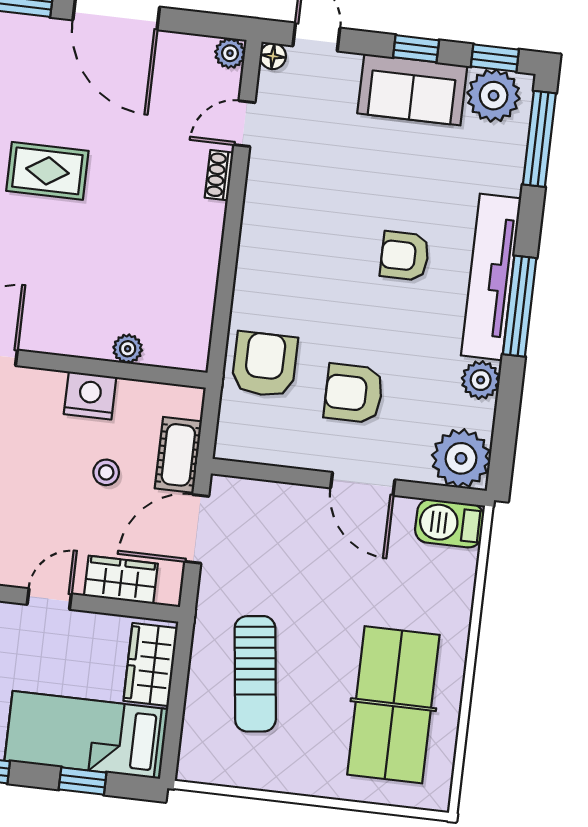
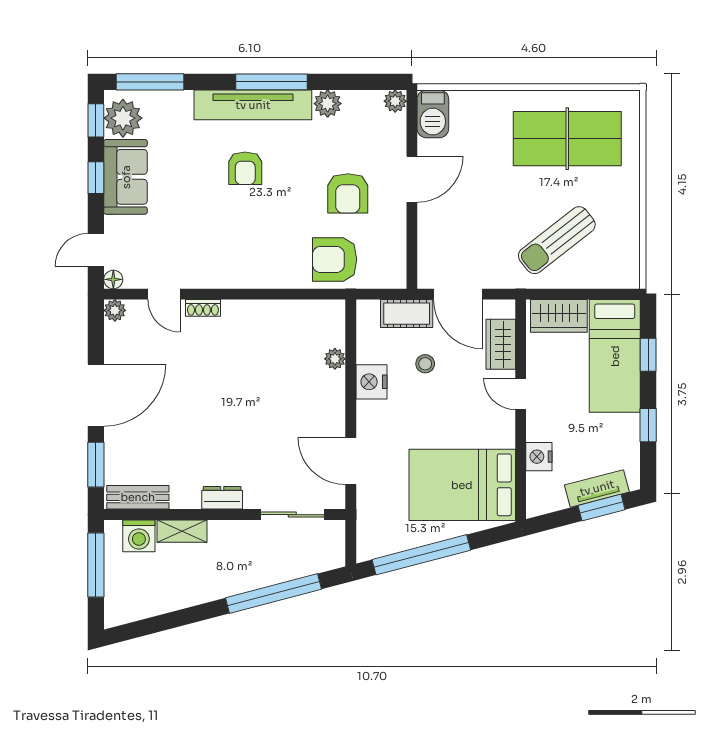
rug: (47, 171) -> (214, 431), removed
plant: (461, 458) -> (395, 101), width x0.53, depth x0.53
sun lounger: (255, 674) -> (557, 240), turned 149

